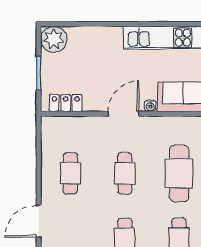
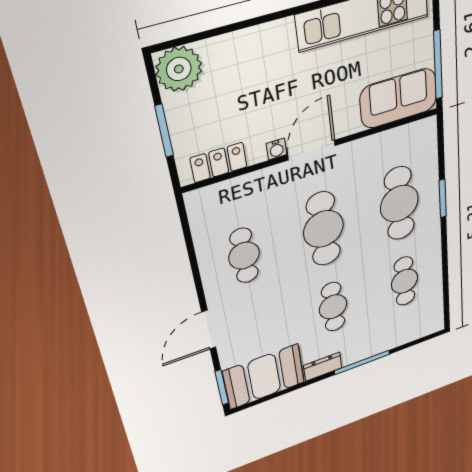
water cooler: (150, 106) -> (276, 149), moved
cafe table: (125, 173) -> (323, 229), width x1.37, depth x1.35

